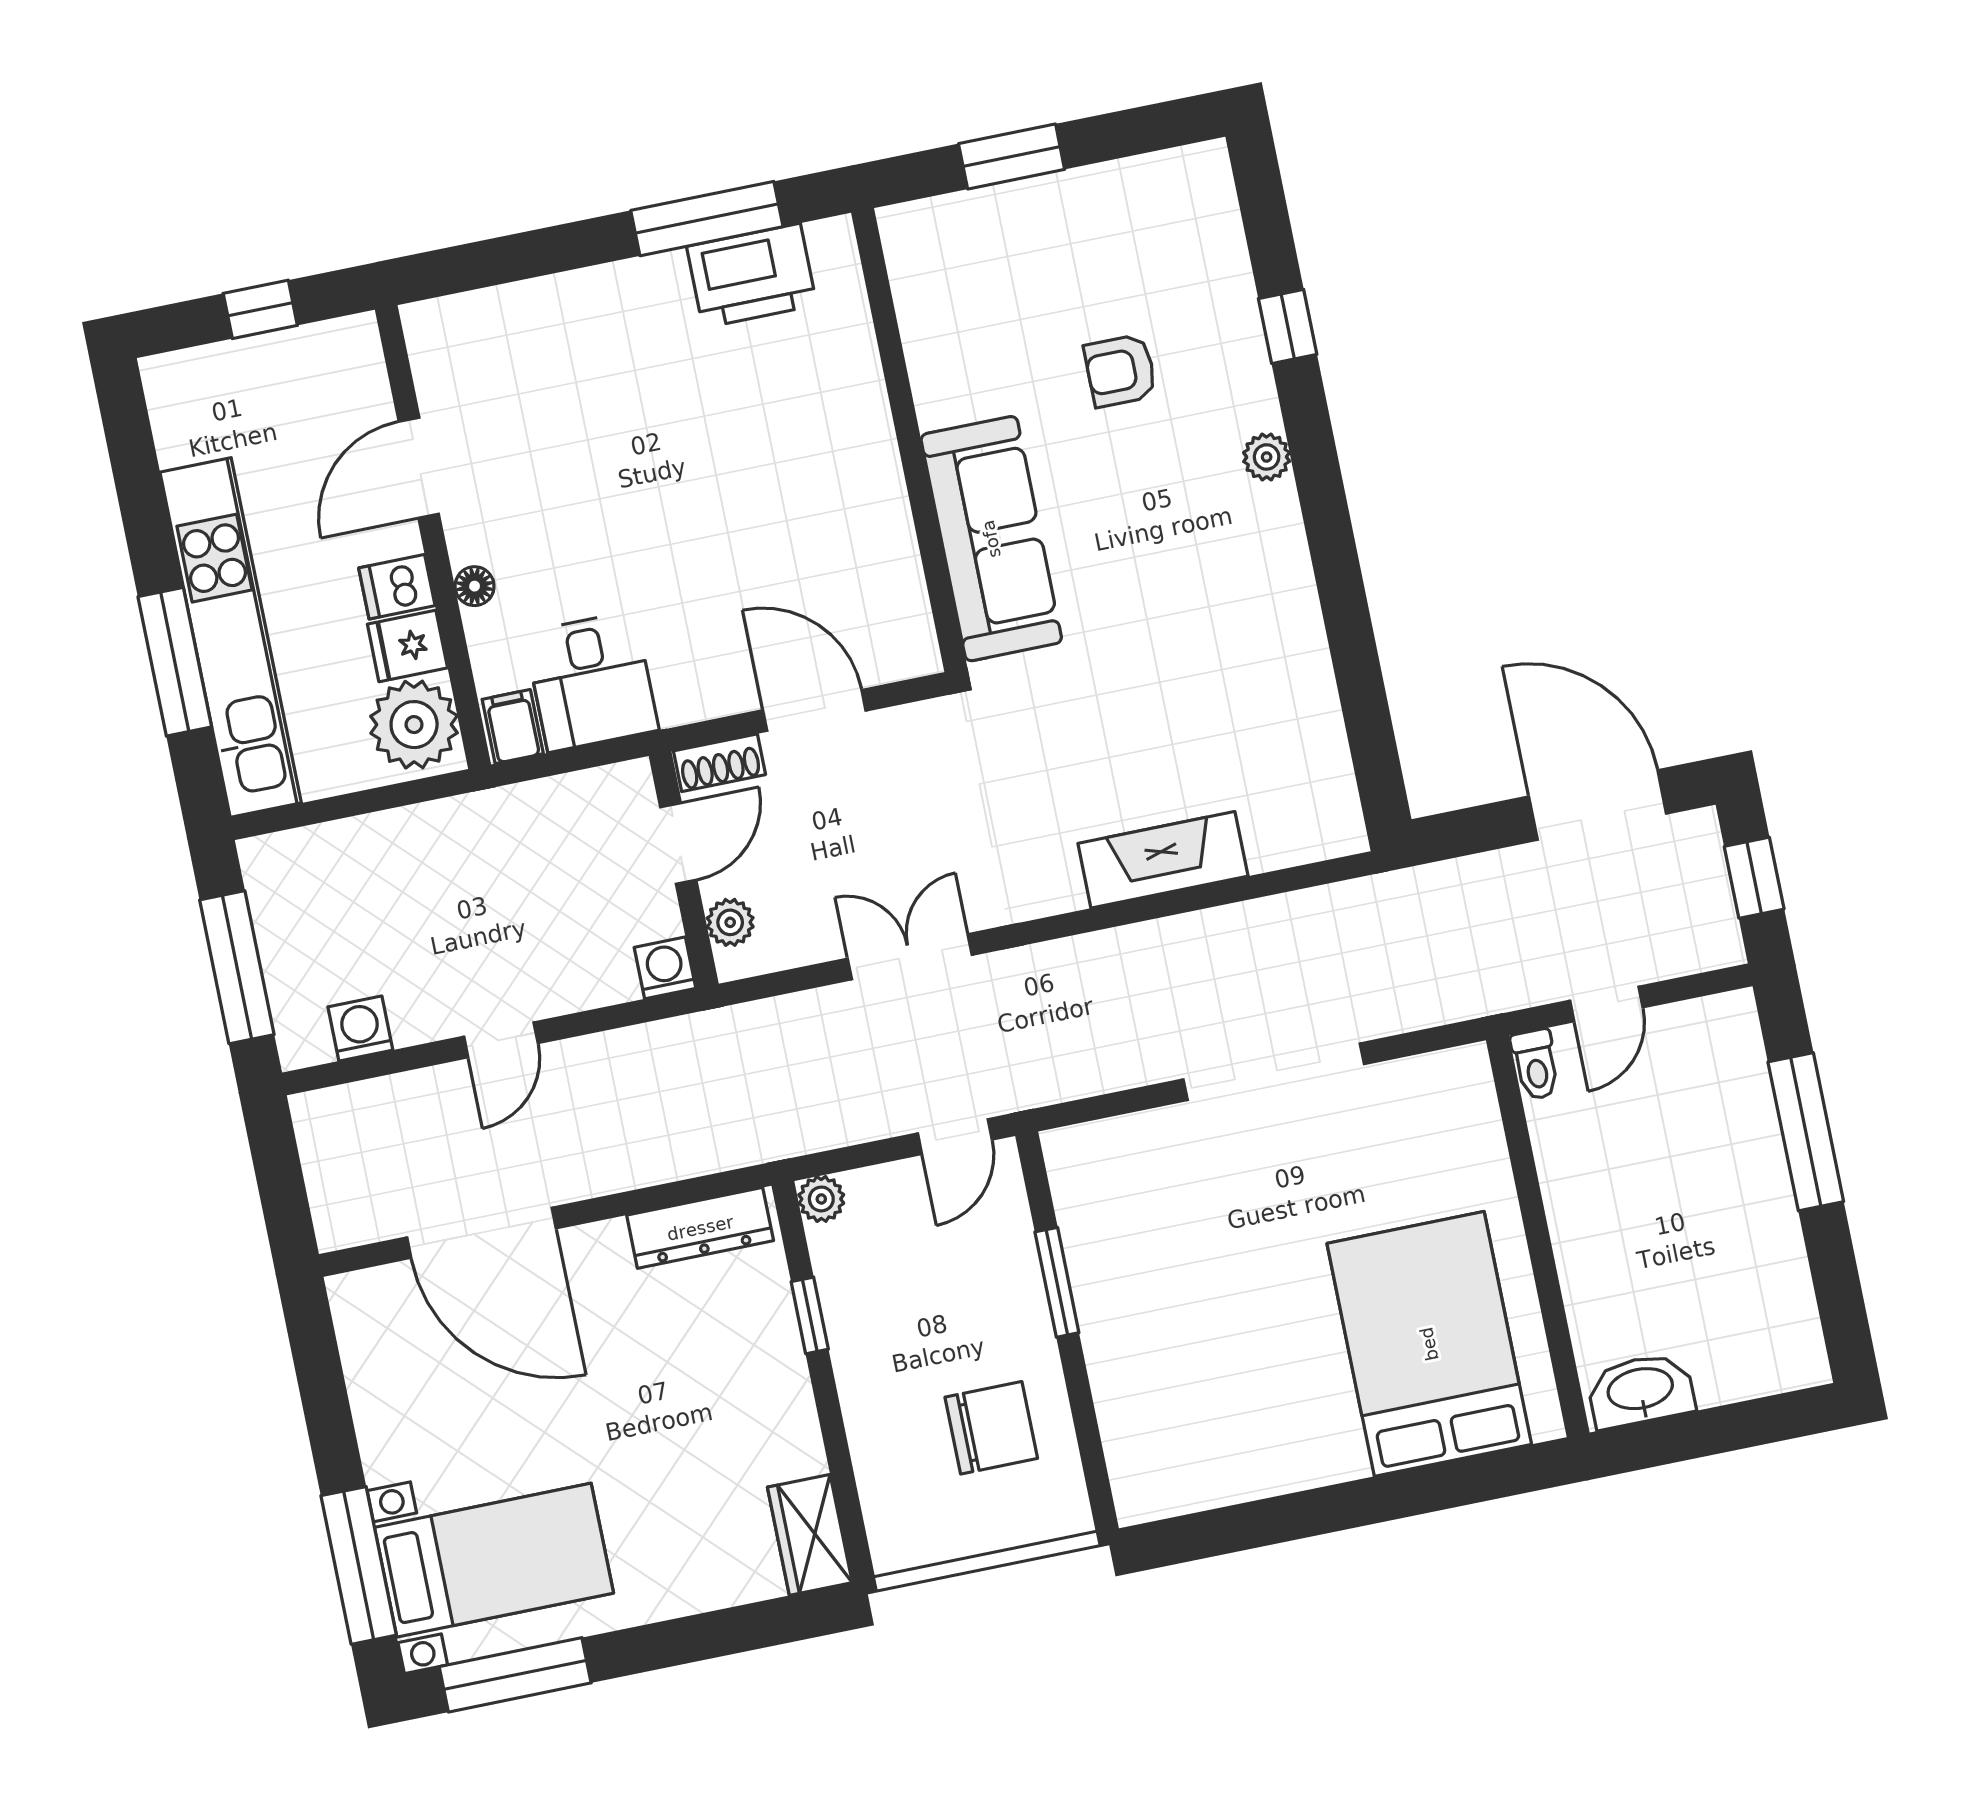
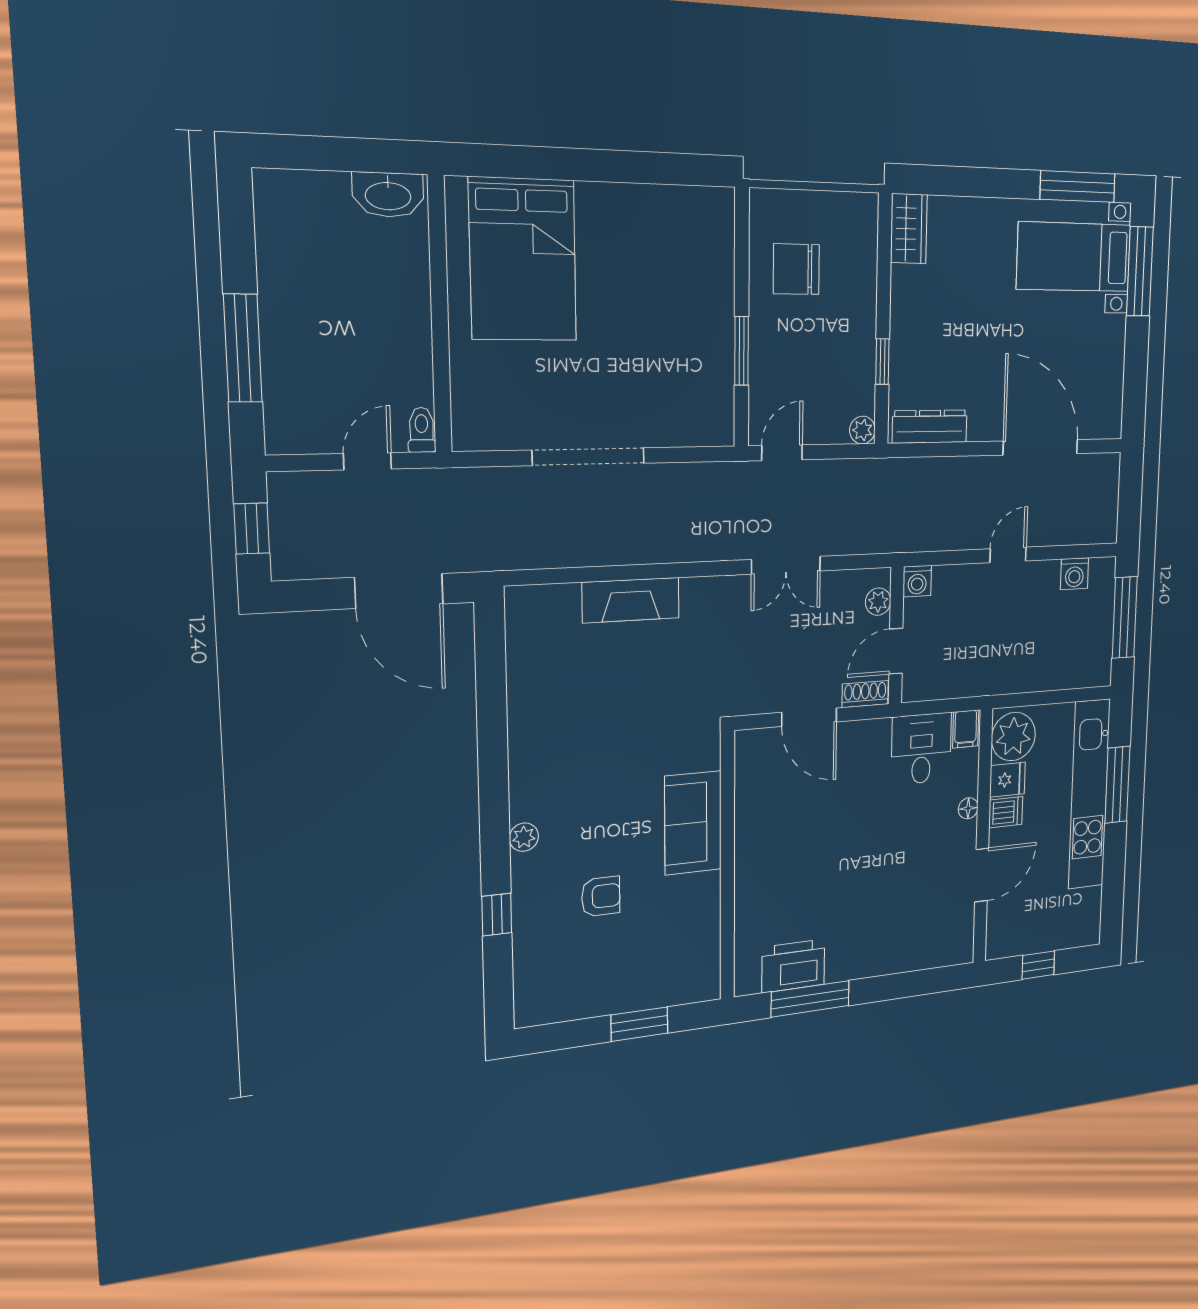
sofa: (991, 539) -> (693, 823), width x0.73
door: (1598, 805) -> (399, 591), moved

